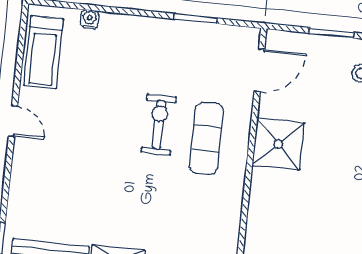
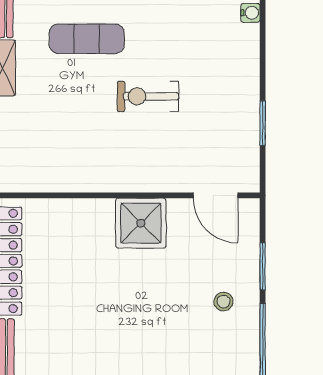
exercise bike: (159, 125) -> (148, 96), turned 180
exercise mat: (206, 138) -> (87, 39), moved

